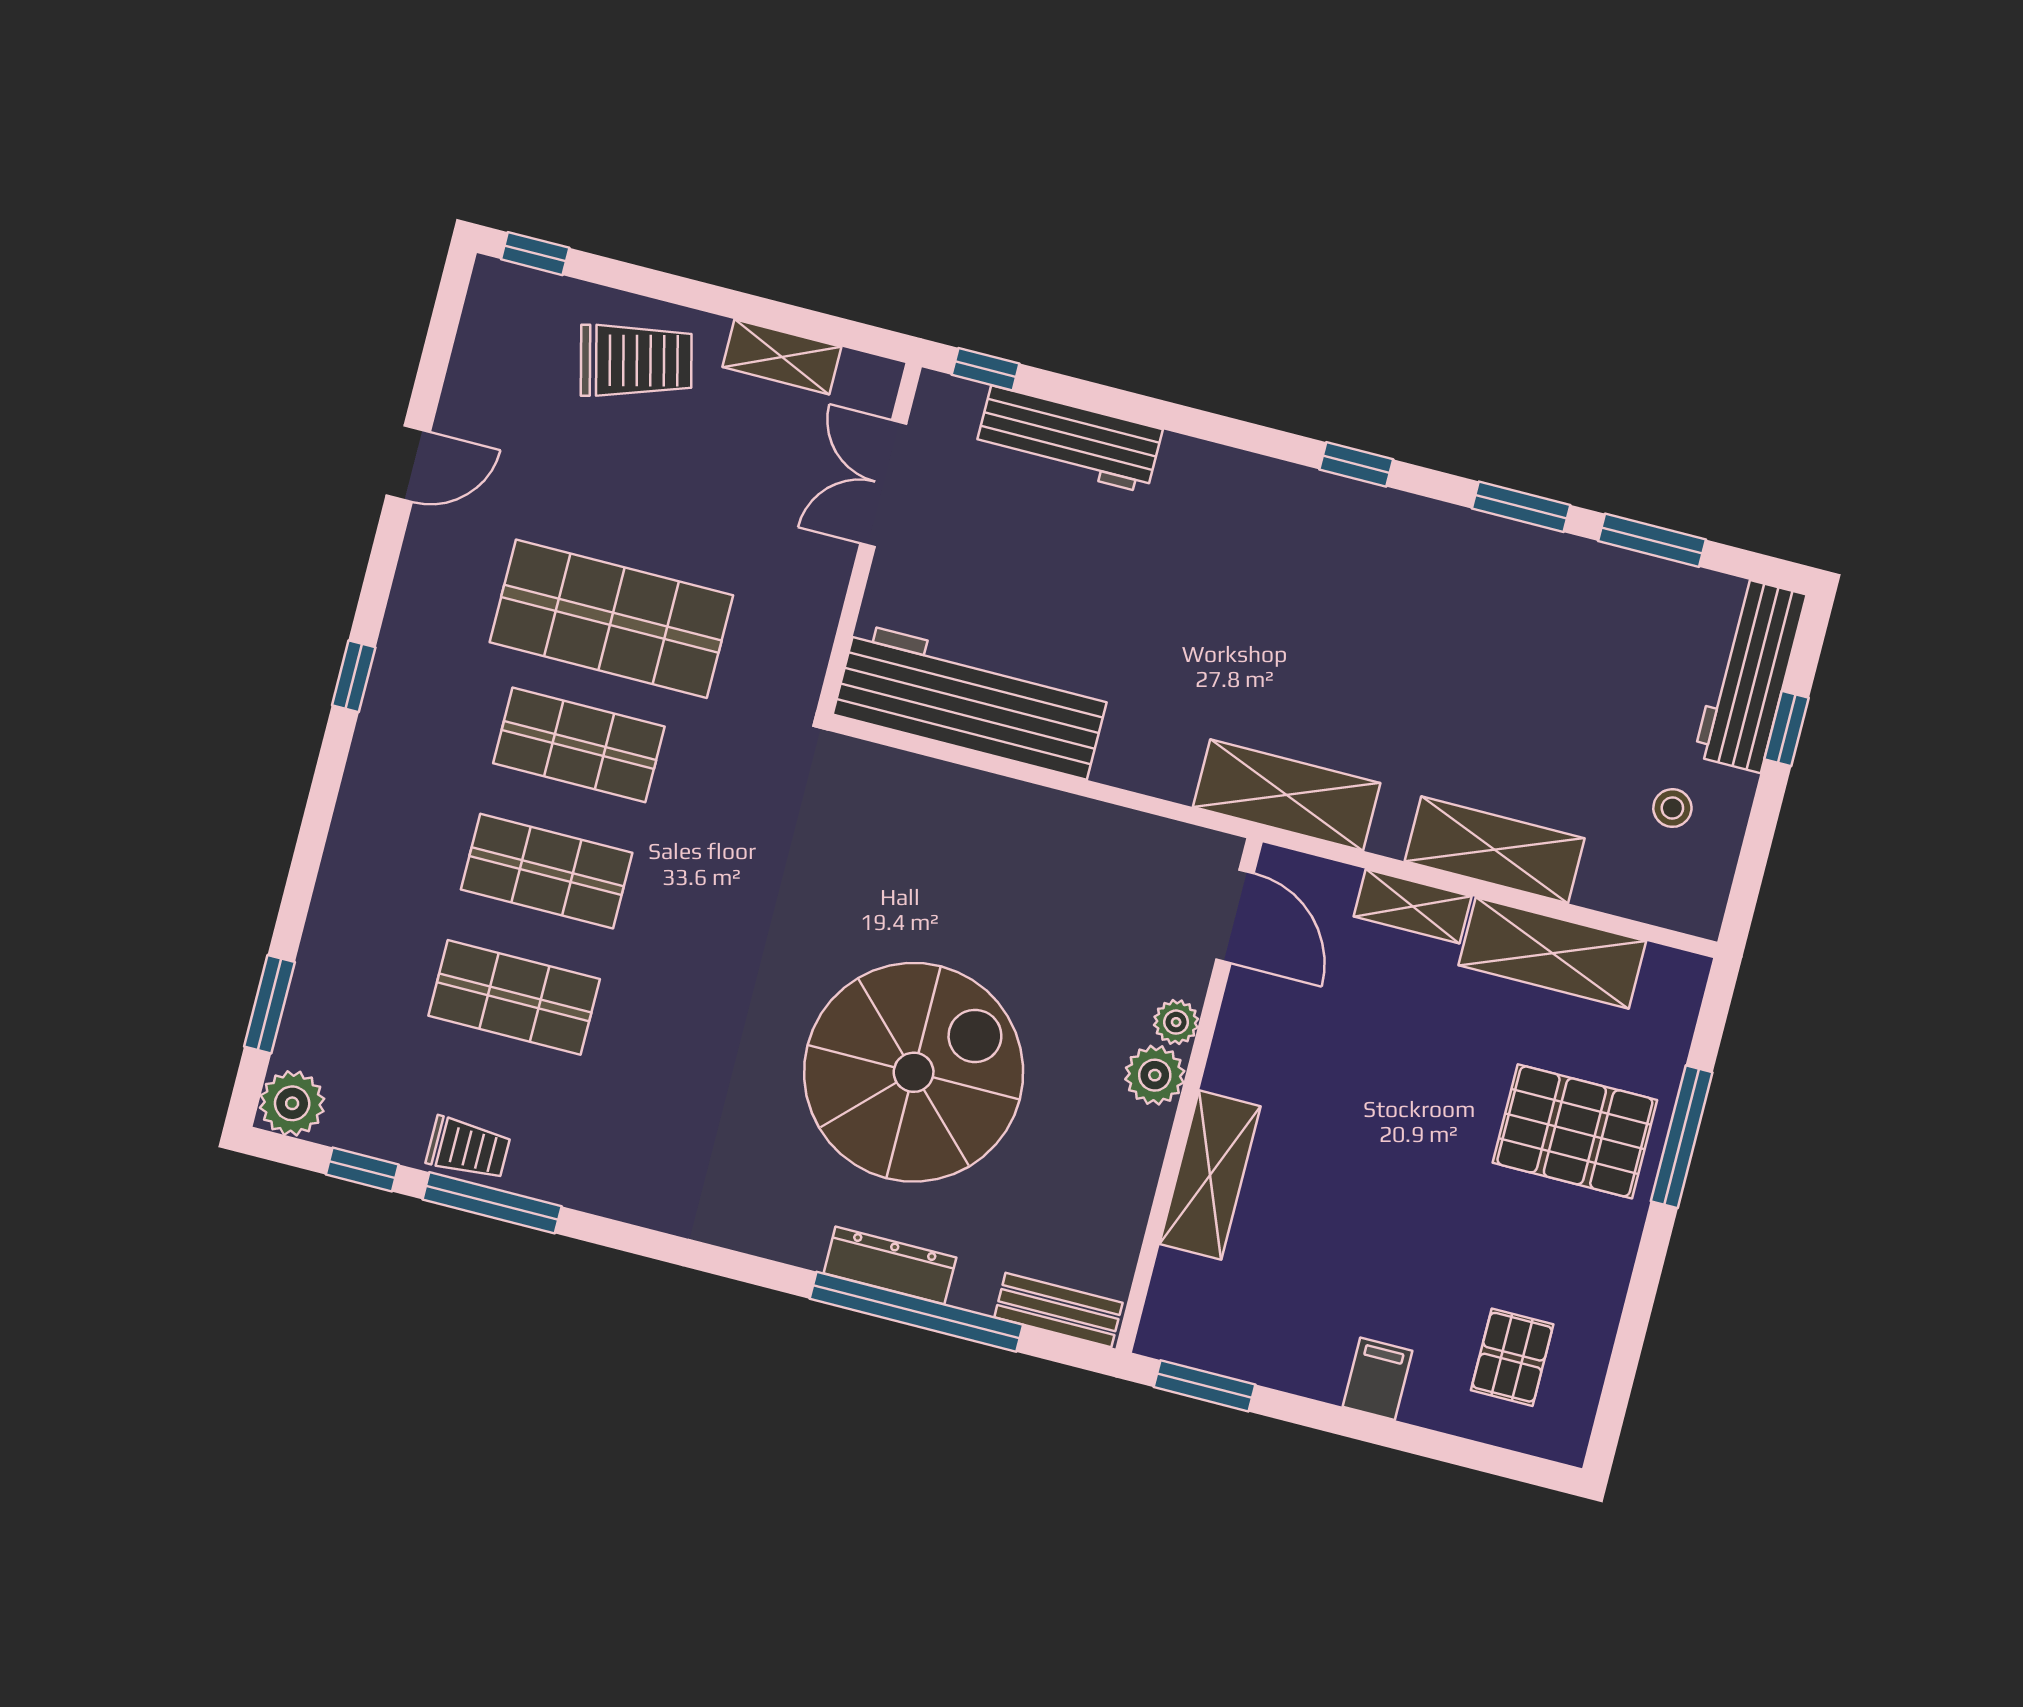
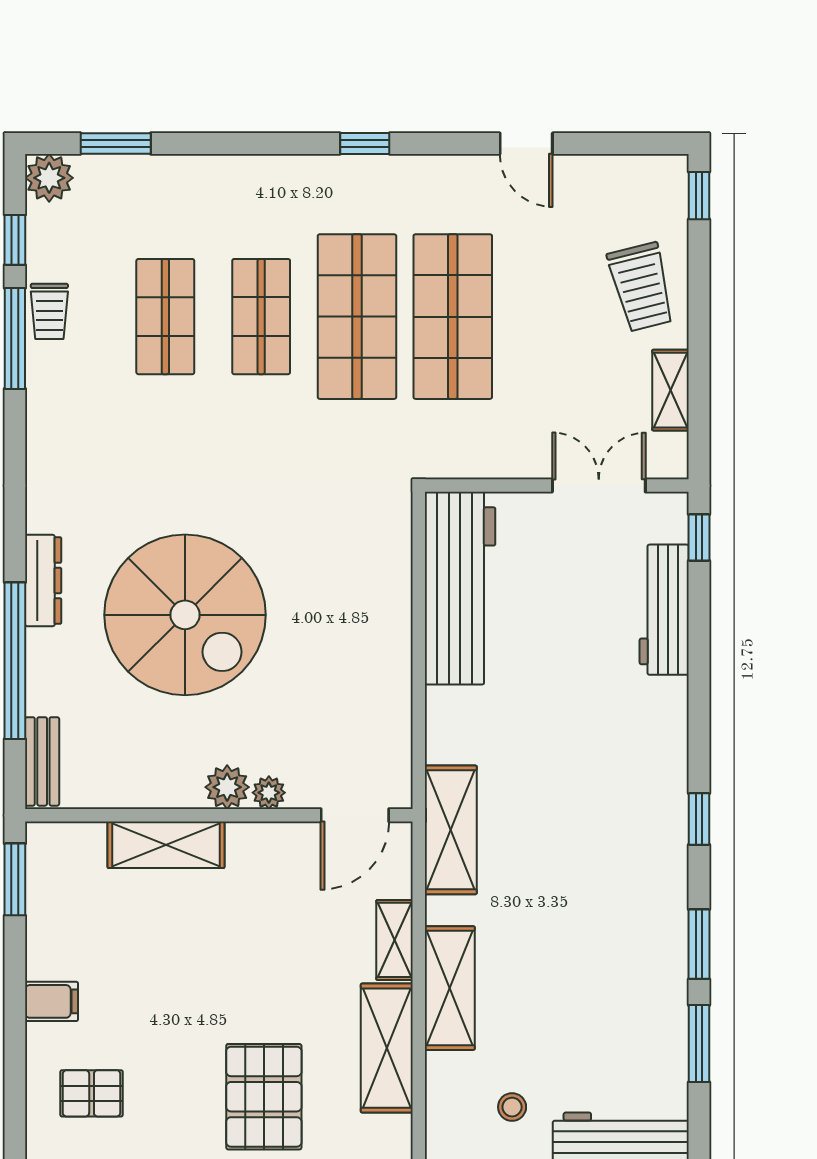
shop shelf: (579, 745) -> (357, 317), width x1.43, depth x1.36
dresser: (890, 1265) -> (43, 581), moved

